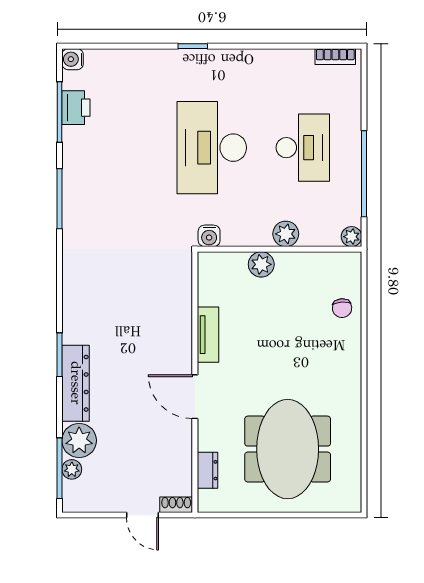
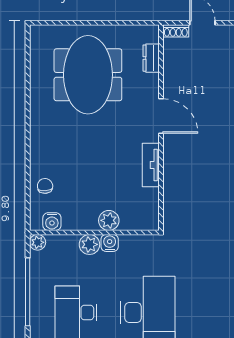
water cooler: (209, 236) -> (110, 243), moved
water cooler: (333, 263) -> (52, 222), added

